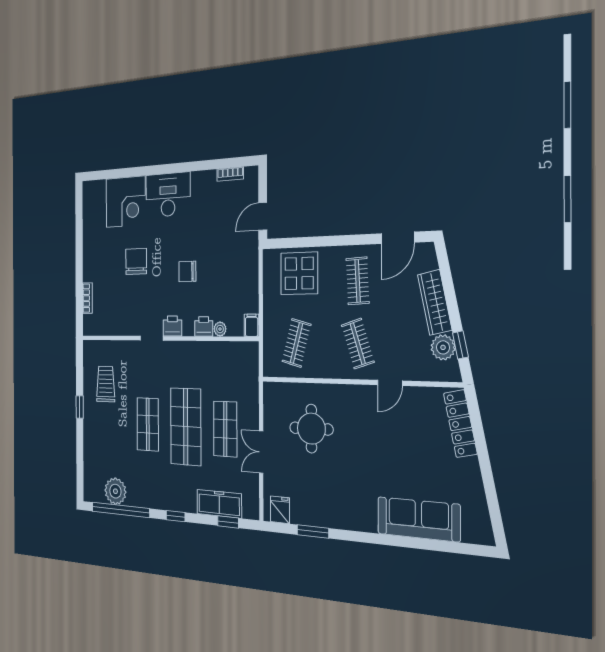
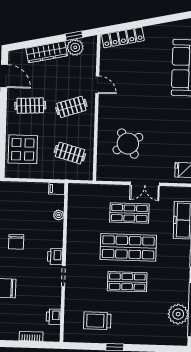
printer: (204, 326) -> (54, 317), moved
round table: (311, 429) -> (128, 144), turned -32

